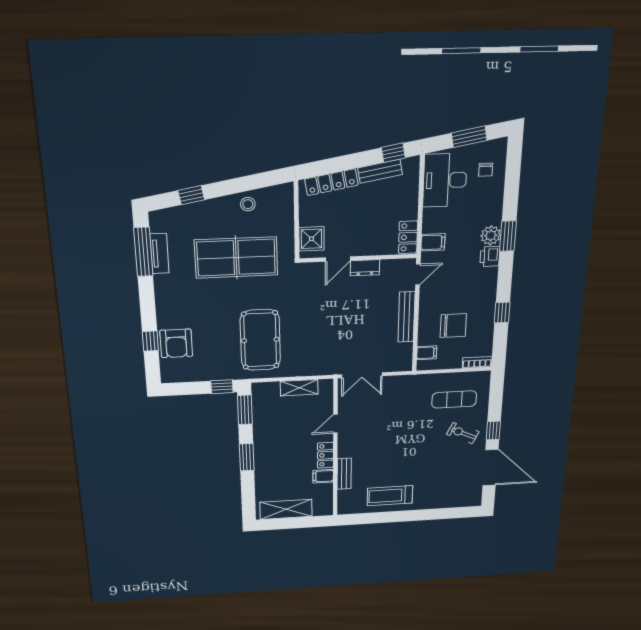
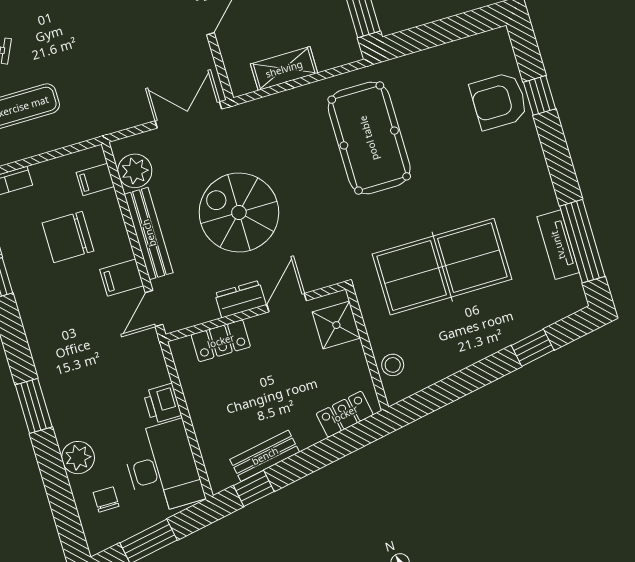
locker: (331, 182) -> (345, 414), width x0.66
stool: (248, 204) -> (393, 365), moved
plant: (491, 235) -> (78, 458), moved
locker: (408, 237) -> (221, 341), moved, turned 90
filing cabinet: (433, 242) -> (122, 278), moved
printer: (490, 256) -> (162, 403), moved, turned 180
spiral stairs: (350, 316) -> (239, 212), added
armchair: (176, 343) -> (499, 101), turned -90
plant: (403, 352) -> (135, 171), added
window: (222, 387) -> (409, 41), removed

